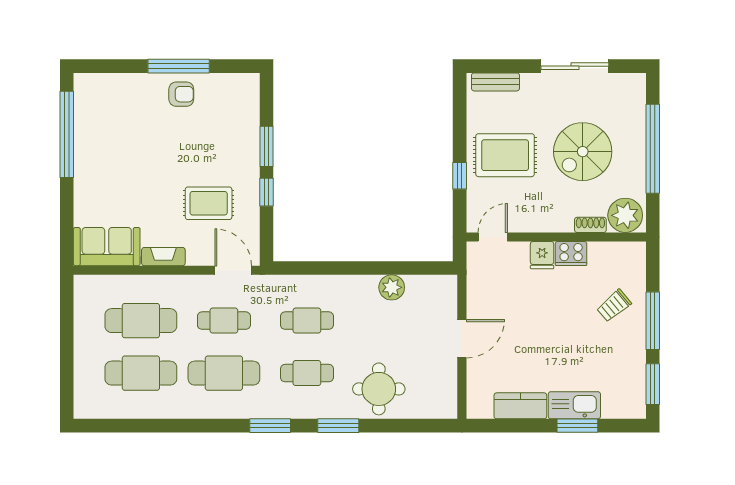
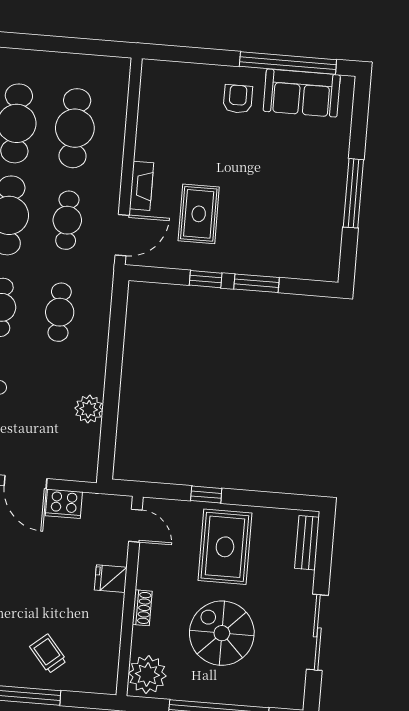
armchair: (181, 94) -> (238, 99), moved, turned 180
shoe rack: (590, 225) -> (142, 608), moved
sofa: (107, 247) -> (302, 93), moved, turned 90
cooker: (571, 254) -> (64, 504), moved, turned -90
fireplace: (163, 257) -> (141, 186), moved

